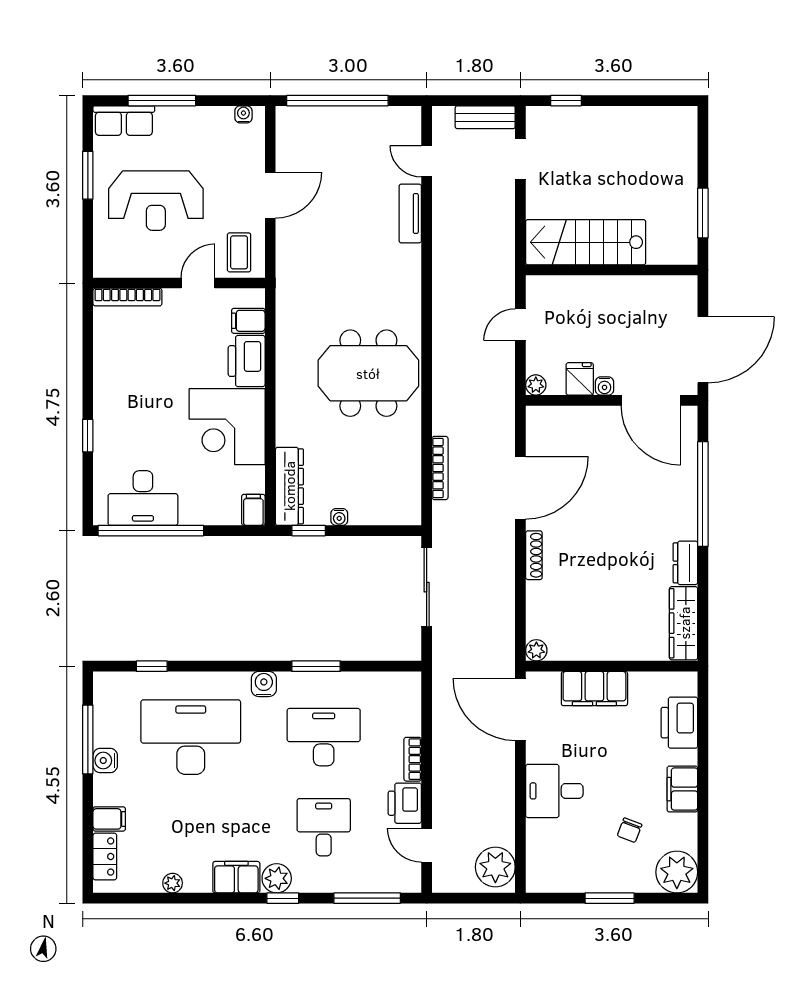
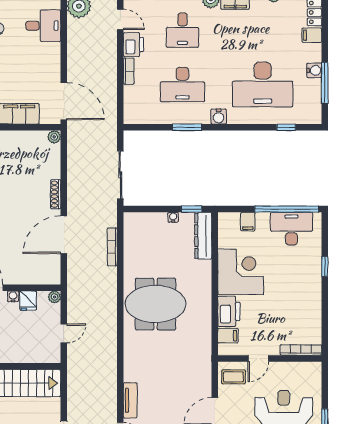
coffee table: (239, 252) -> (234, 377), turned 90
filing cabinet: (253, 510) -> (248, 222), moved
desk: (554, 791) -> (43, 26), moved

